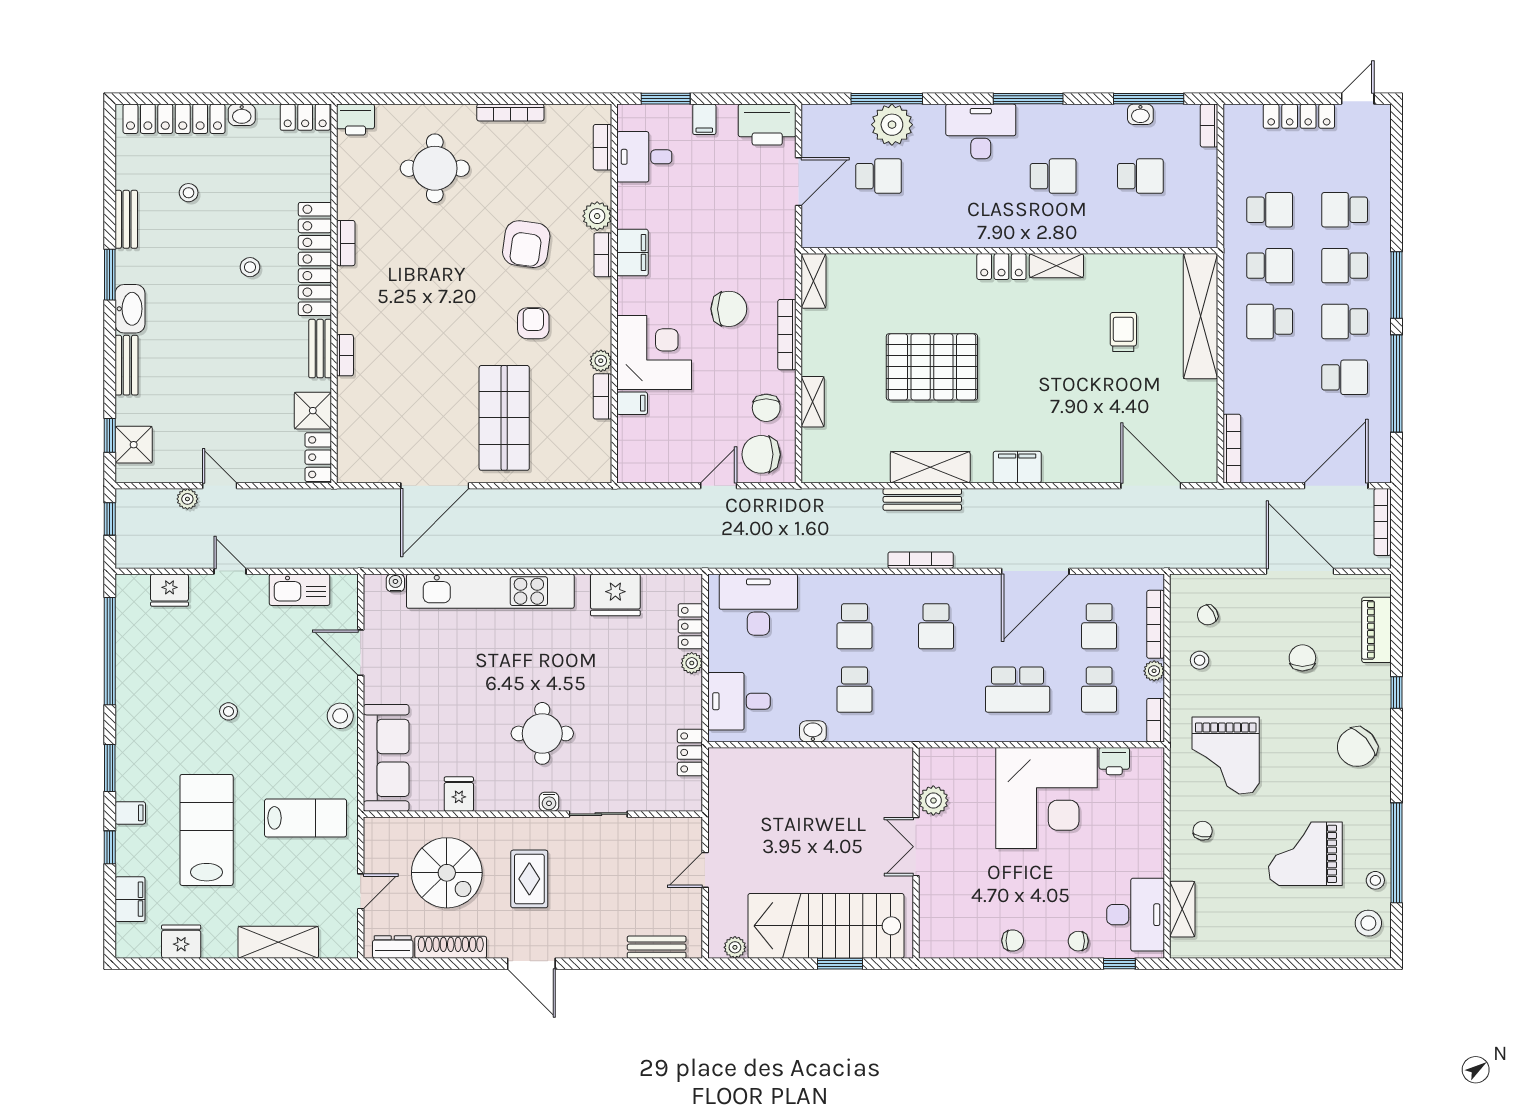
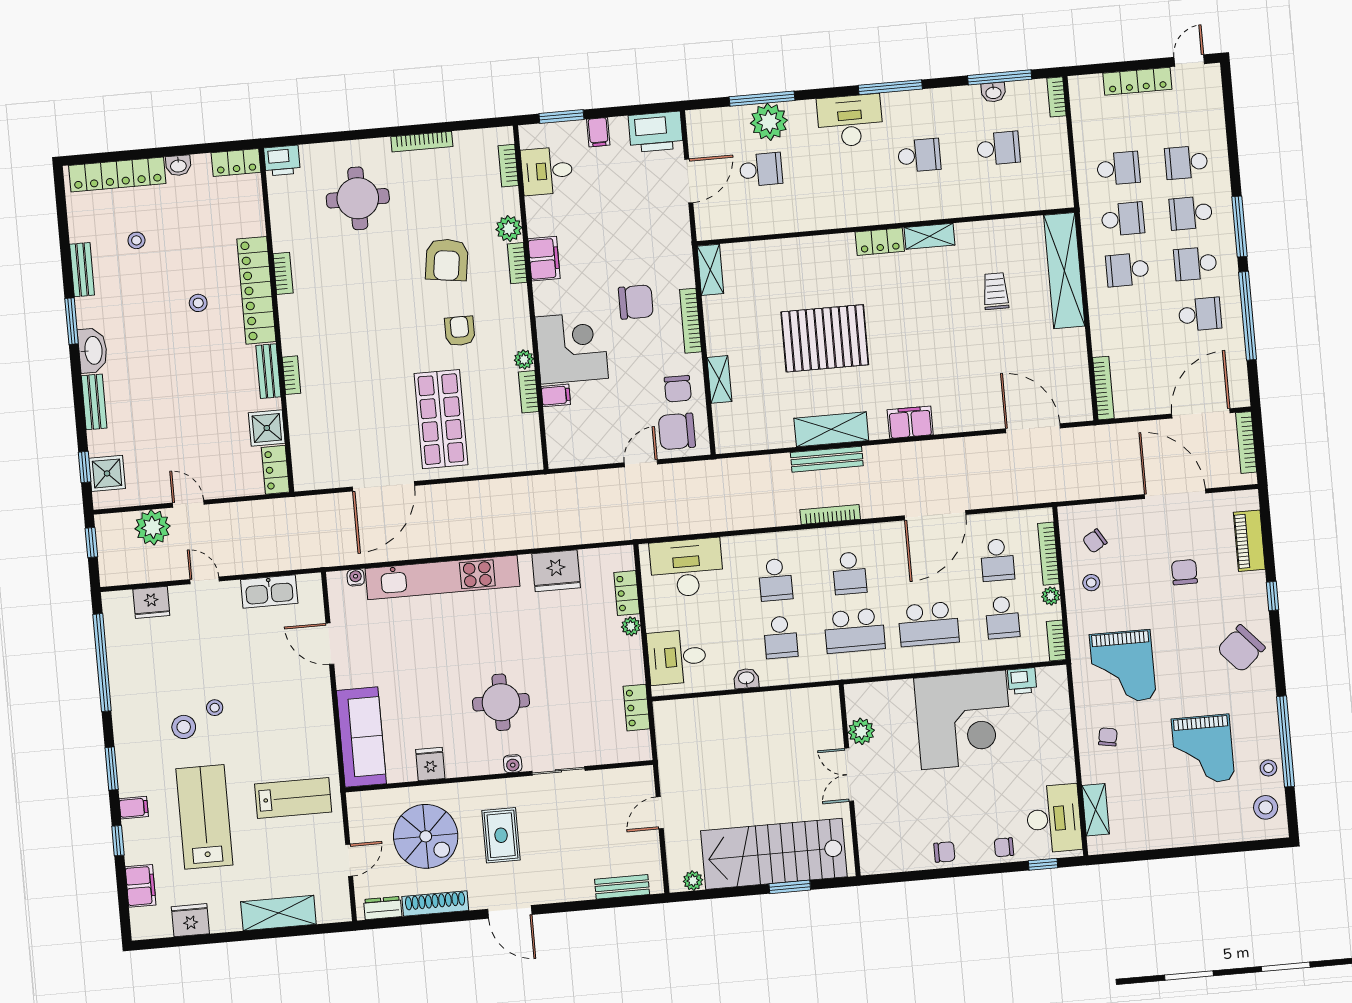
plant: (187, 499) -> (153, 527), width x1.87, depth x1.87
school desk: (936, 690) -> (855, 631), added
stool: (340, 716) -> (184, 727), moved
grand piano: (1305, 854) -> (1203, 750), turned -90

